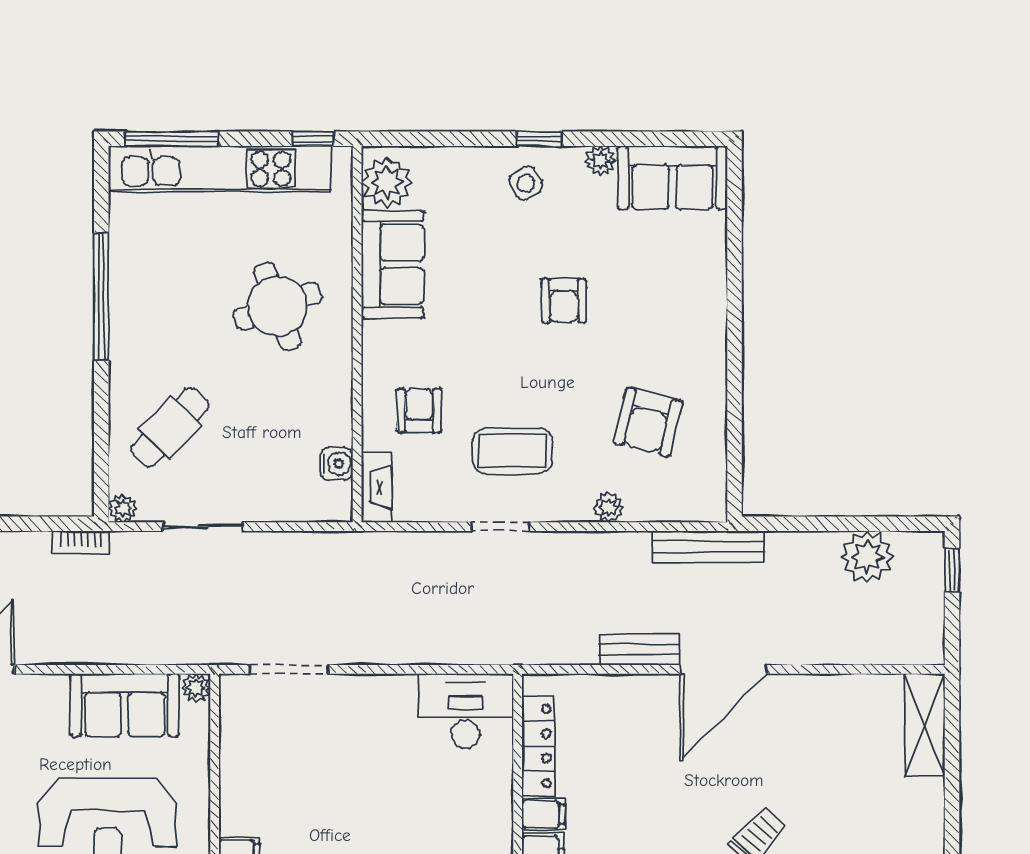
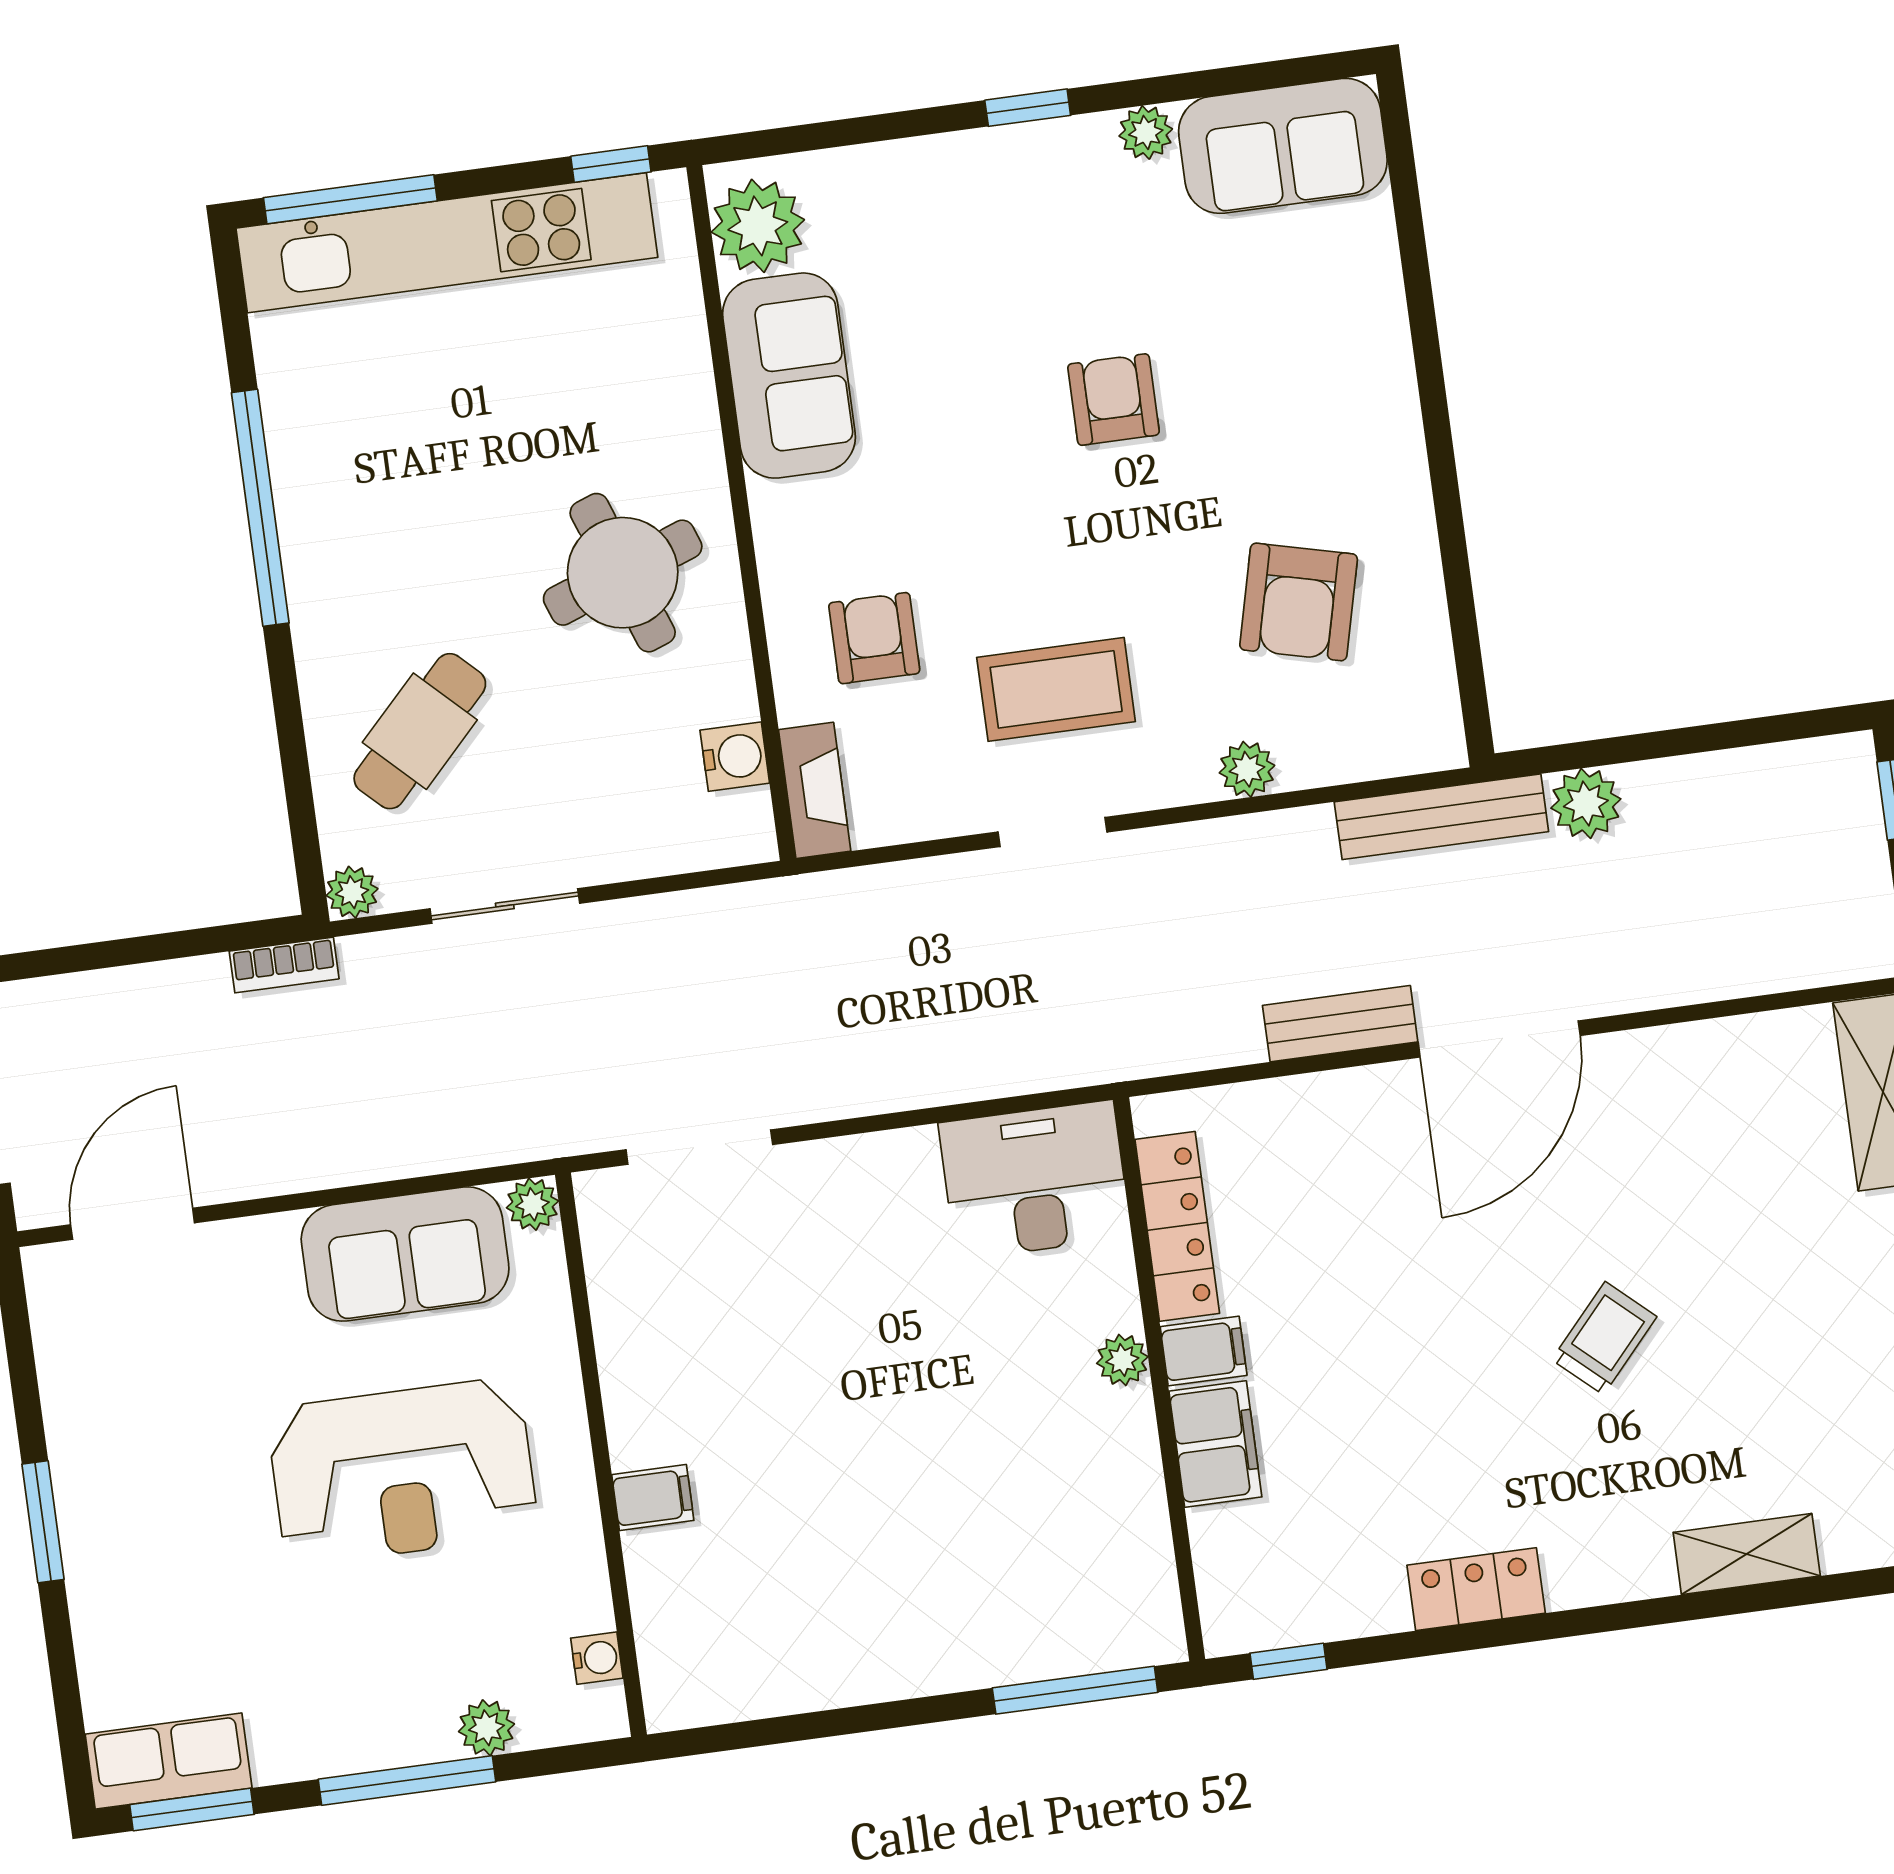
side table: (526, 183) -> (1014, 193), removed
armchair: (564, 301) -> (1113, 400), turned 180
round table: (277, 306) -> (623, 573), moved
plant: (867, 557) -> (1586, 804), moved, width x0.73, depth x0.73
plant: (499, 813) -> (1122, 1360), added

